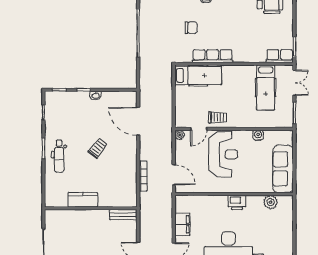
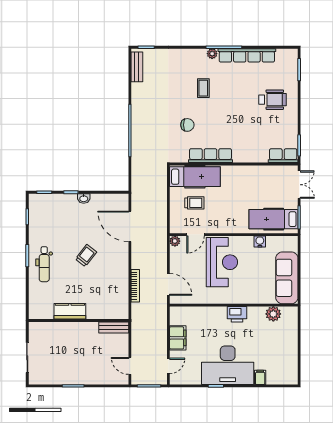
hospital bed: (266, 87) -> (274, 219), moved, turned 90
trolley: (218, 117) -> (194, 203), moved

